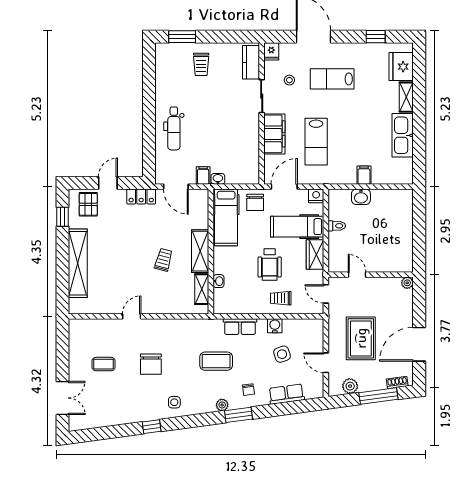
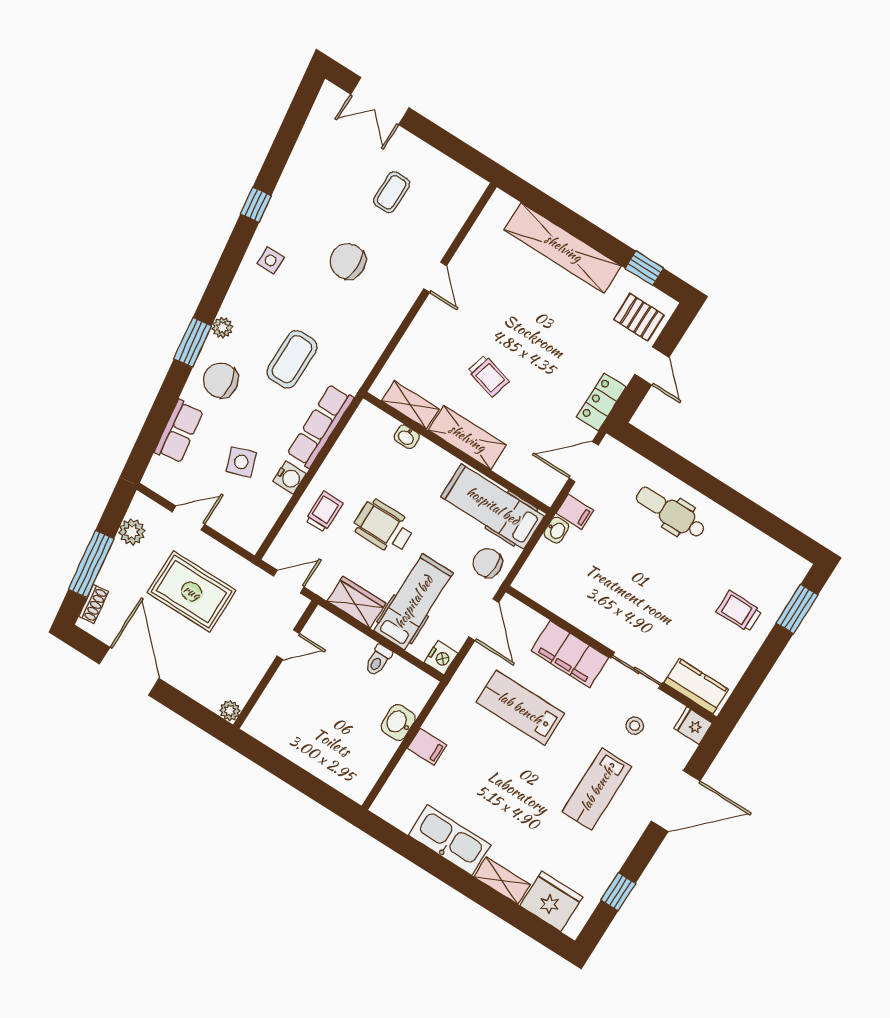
lab bench: (332, 79) -> (597, 789), turned 180
row of seats: (240, 327) -> (320, 426), width x1.48
chair: (248, 390) -> (221, 380), width x1.87, depth x1.87

